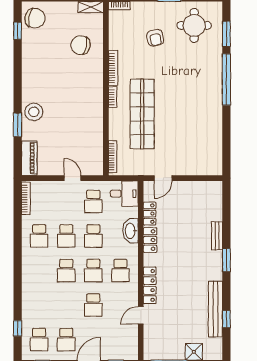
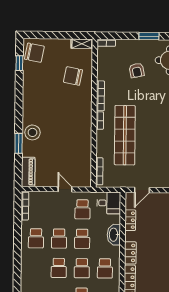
locker: (150, 240) -> (130, 253), moved

